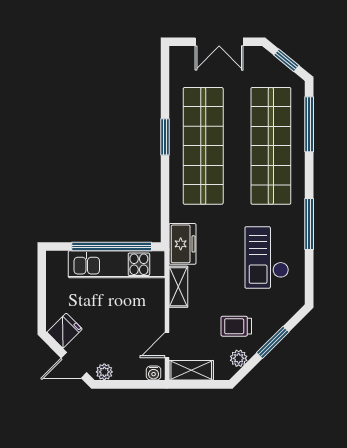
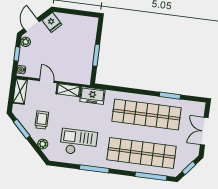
window: (165, 137) -> (170, 96), moved
window: (112, 246) -> (96, 55), width x0.47
kitchen unit: (117, 264) -> (86, 57), removed
window: (273, 342) -> (22, 129), moved
door: (167, 345) -> (47, 81), moved
plant: (239, 358) -> (43, 144), moved
window: (127, 384) -> (17, 54), added

